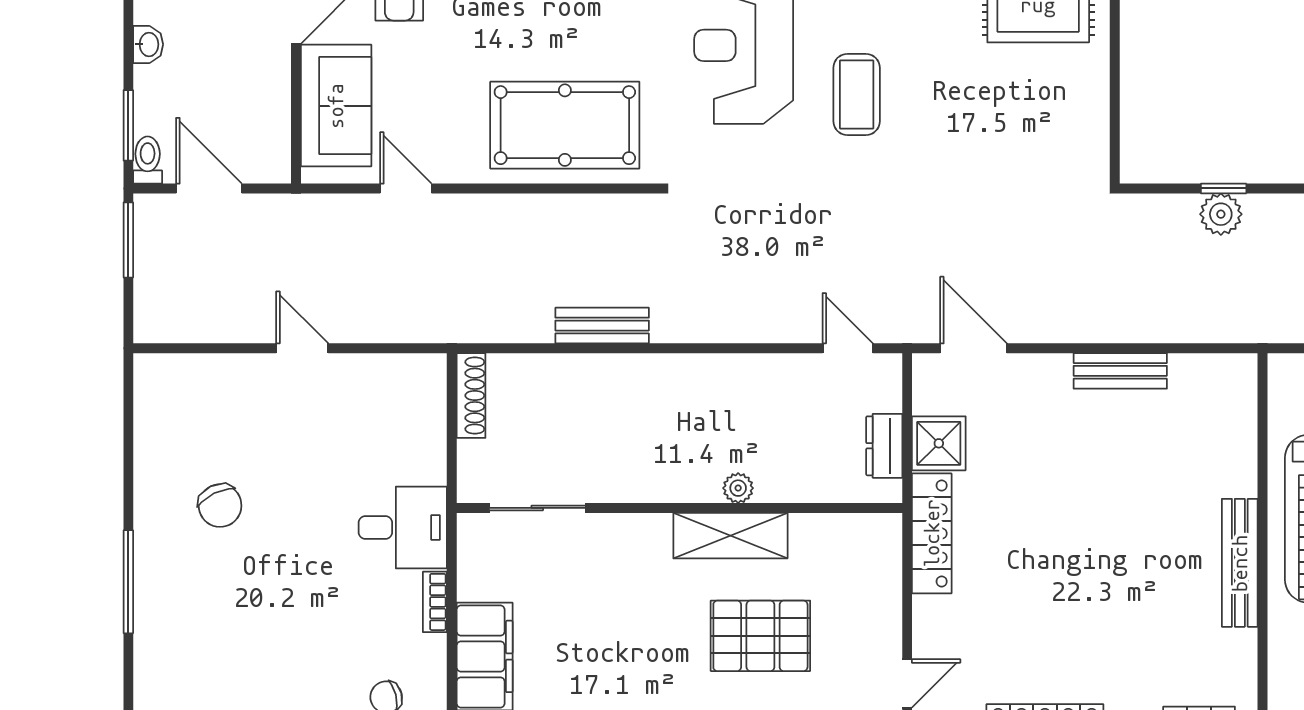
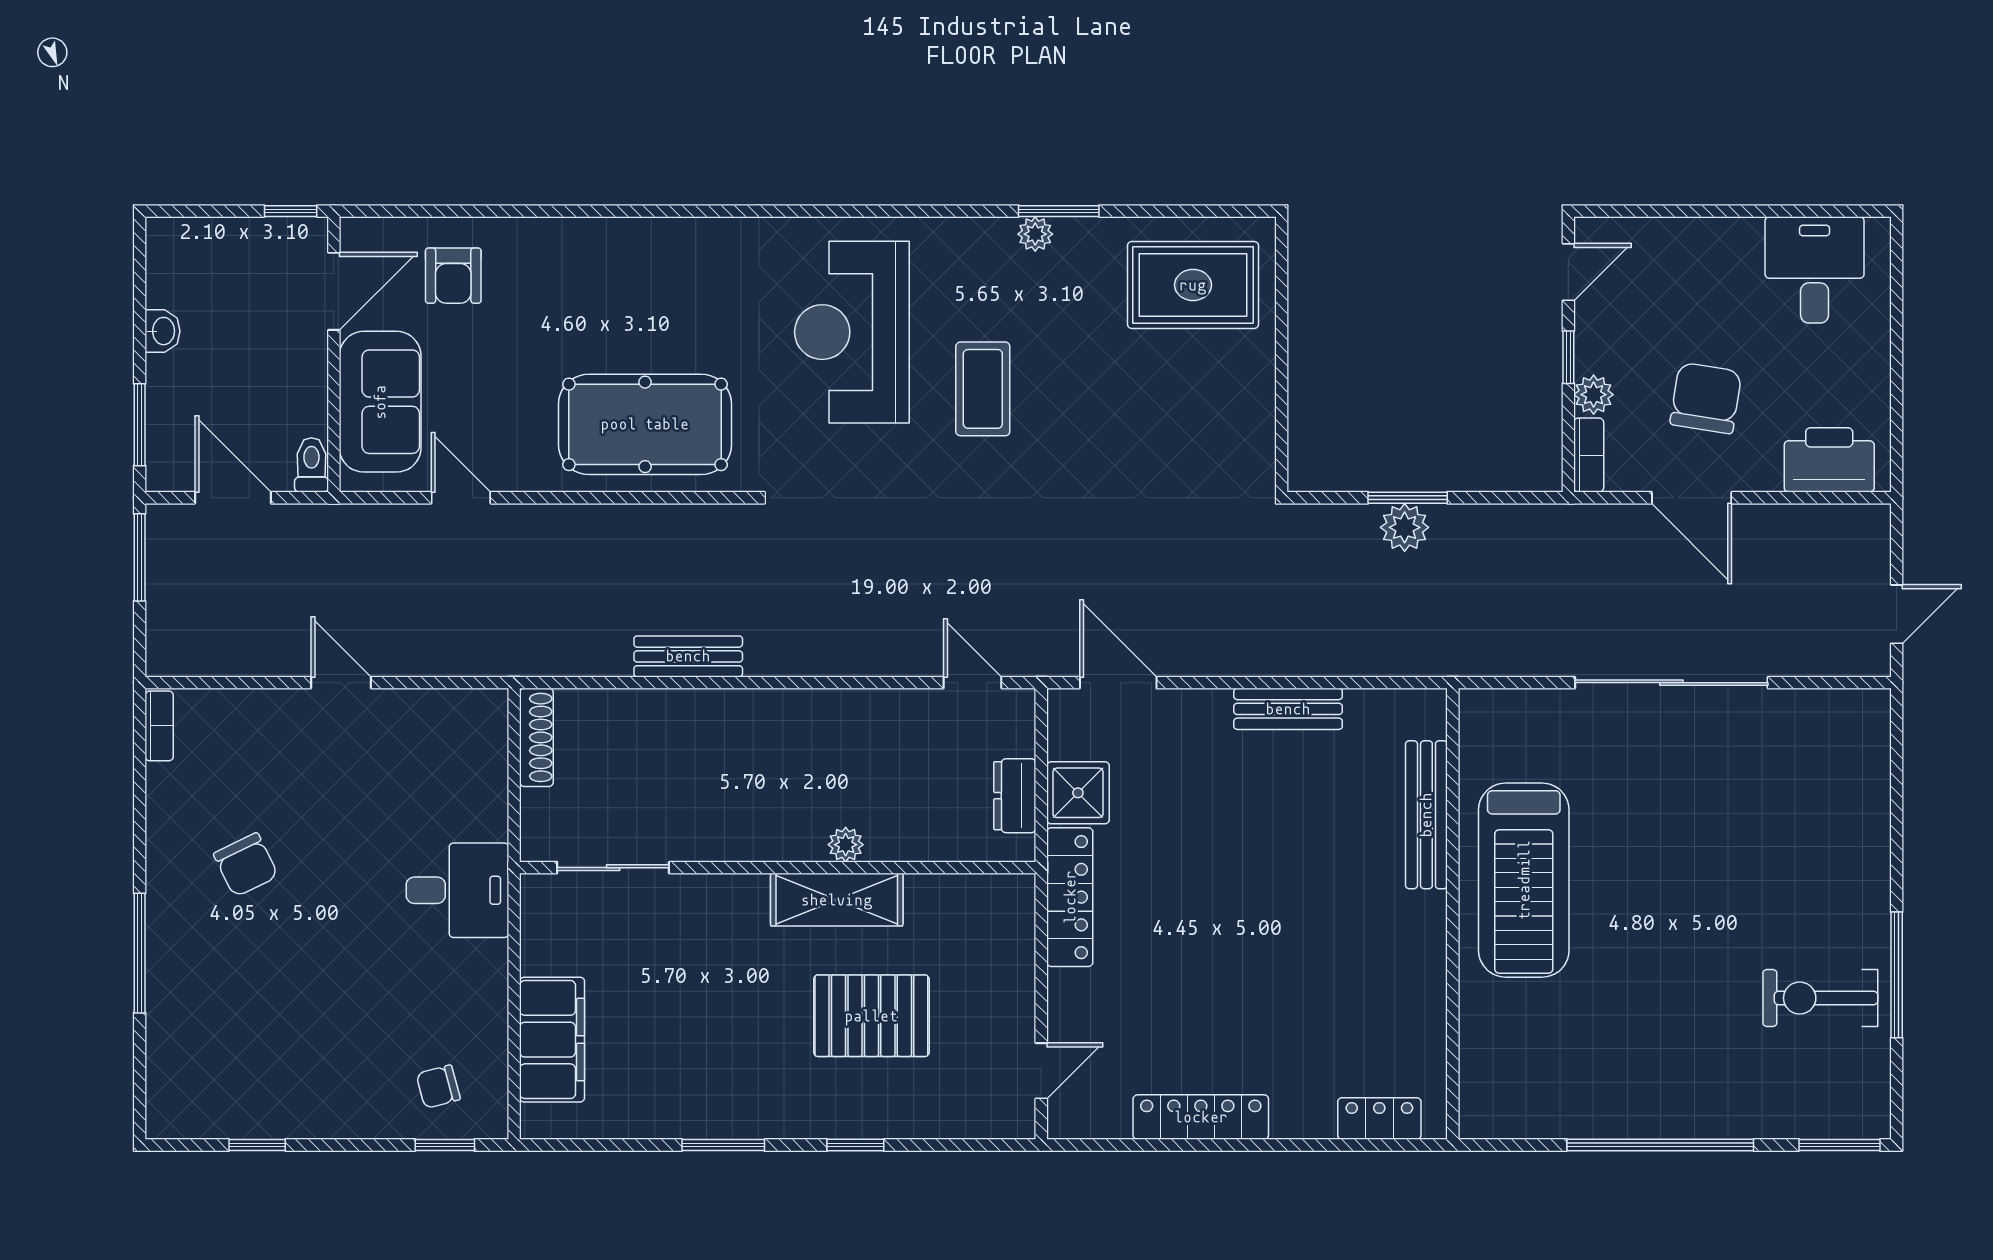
toilet: (148, 160) -> (311, 465), moved
window: (1224, 188) -> (1408, 498), width x1.50
bench: (1240, 563) -> (1426, 815), moved
bookcase: (435, 602) -> (159, 726), moved, turned 180

